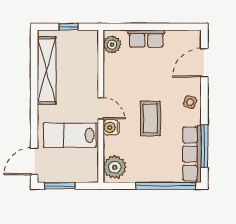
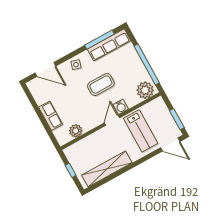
plant: (112, 45) -> (76, 131), moved
window: (165, 186) -> (147, 64), moved

